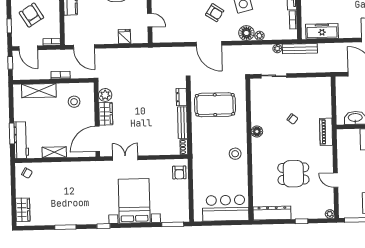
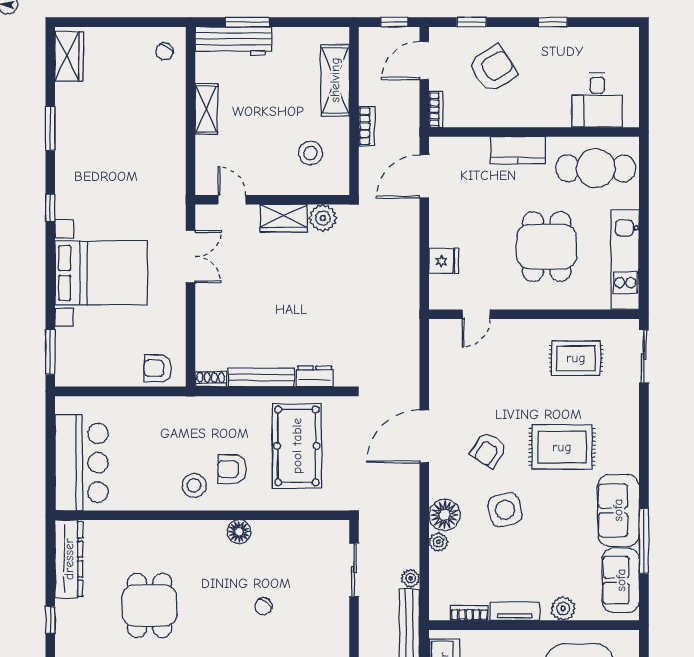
armchair: (227, 136) -> (232, 469), added
door: (97, 139) -> (232, 200), width x0.53
wardrobe: (23, 210) -> (69, 56), moved, turned -90

